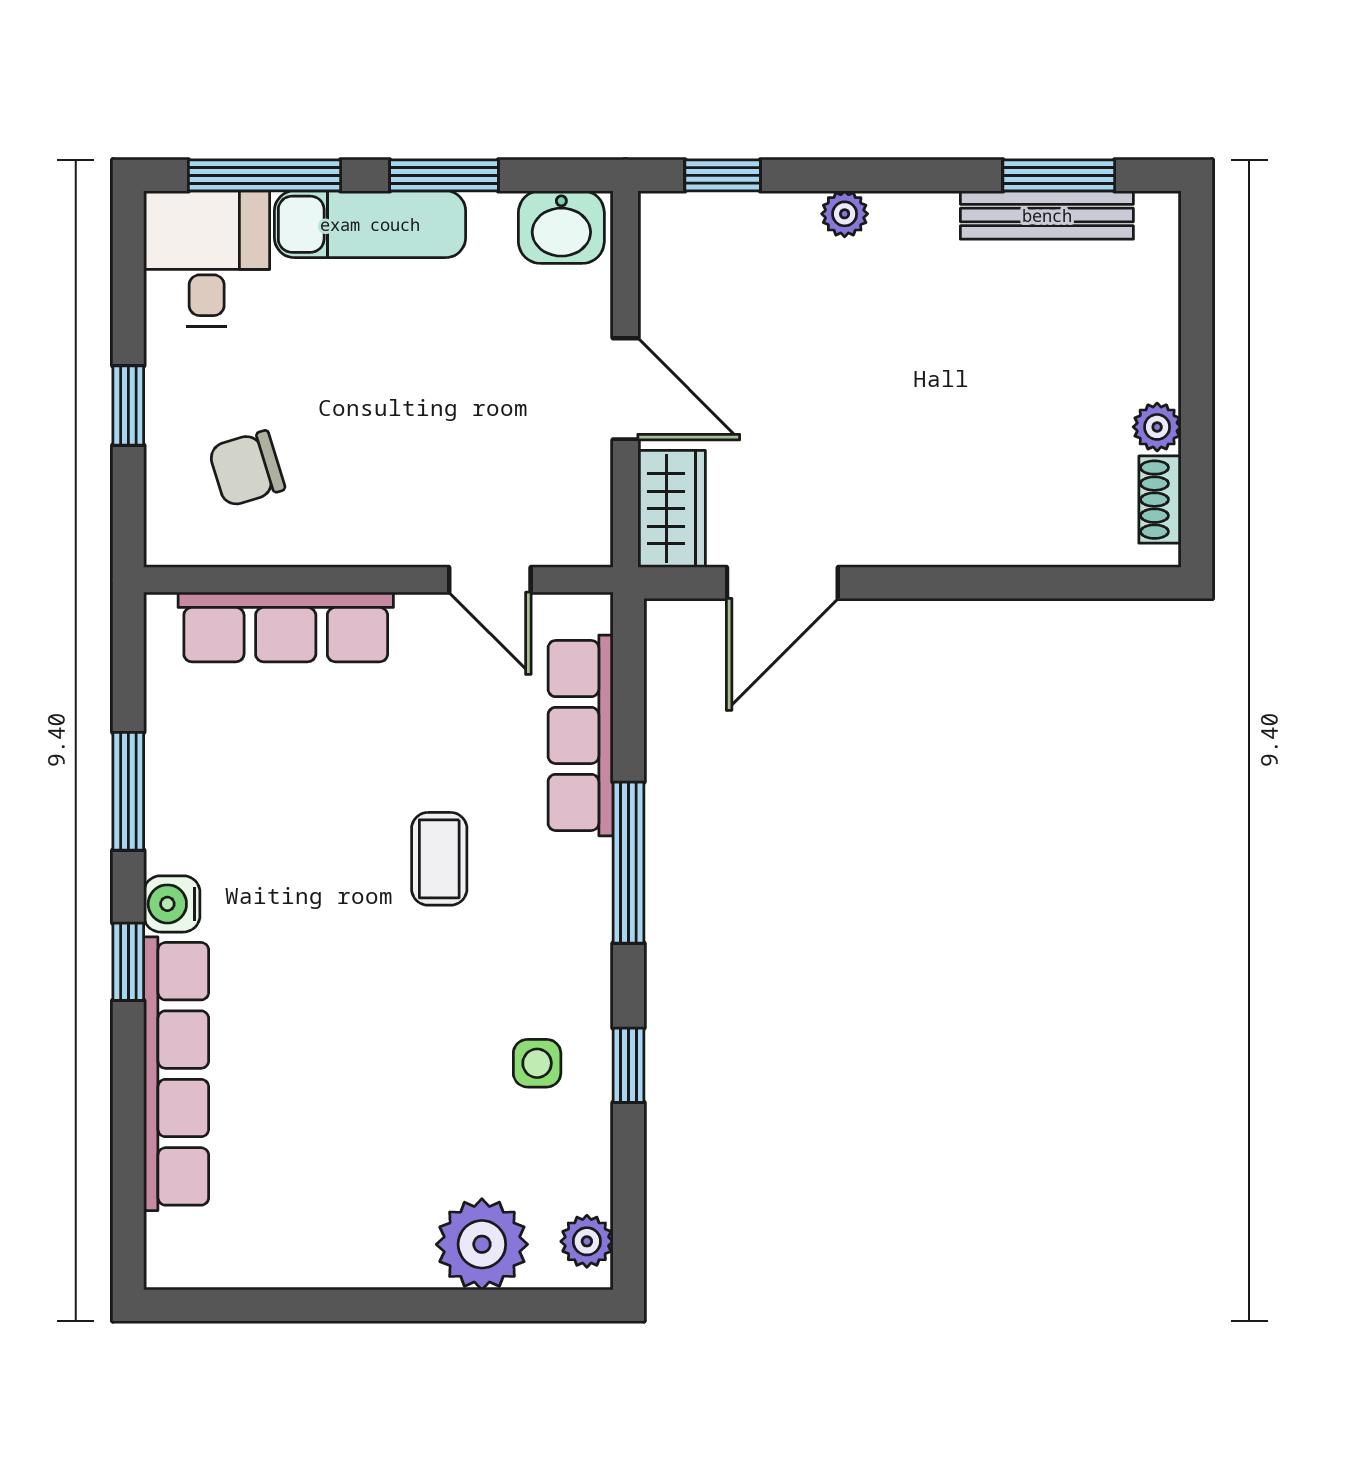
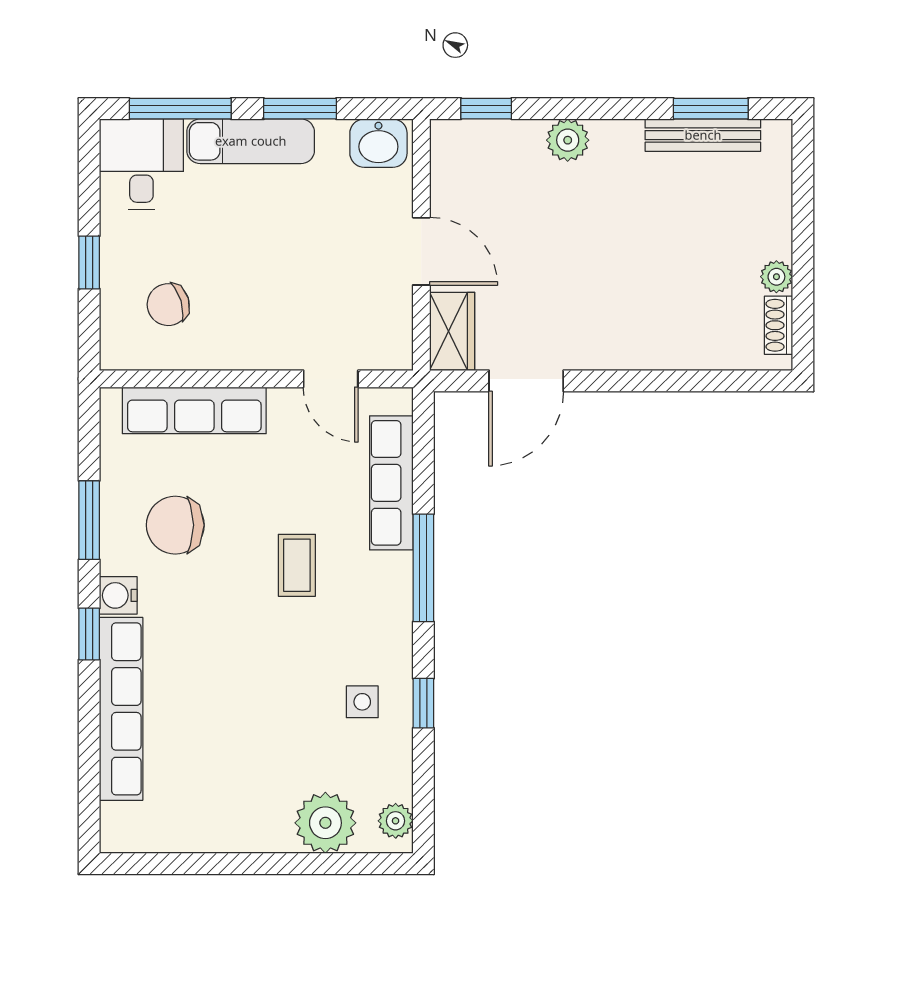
plant: (845, 214) -> (568, 140), width x1.38, depth x1.38
chair: (257, 799) -> (175, 525), added

